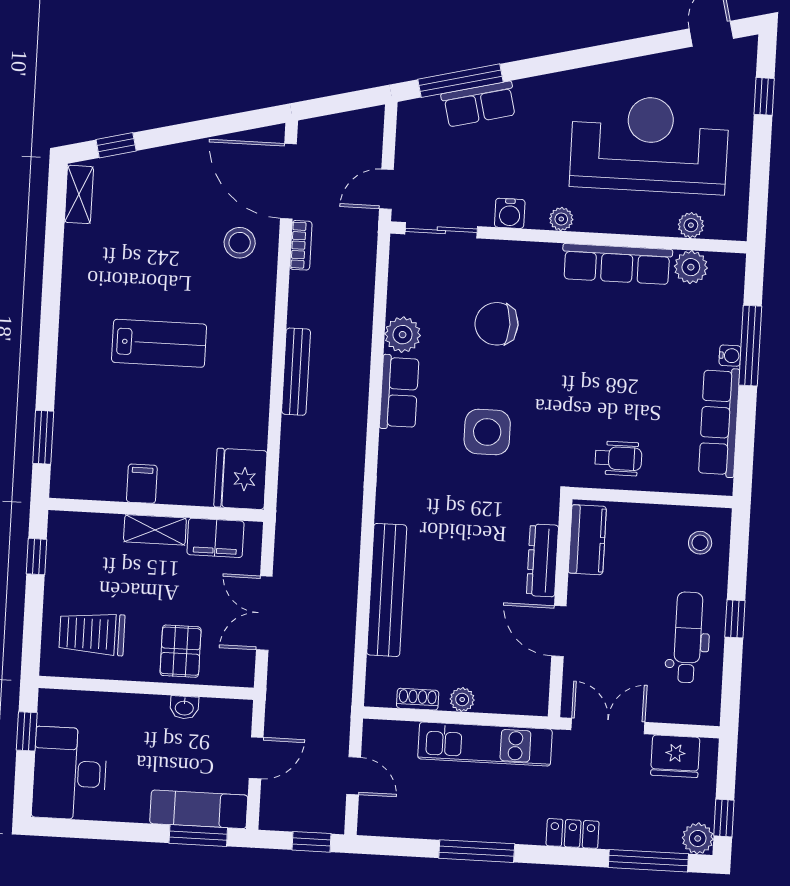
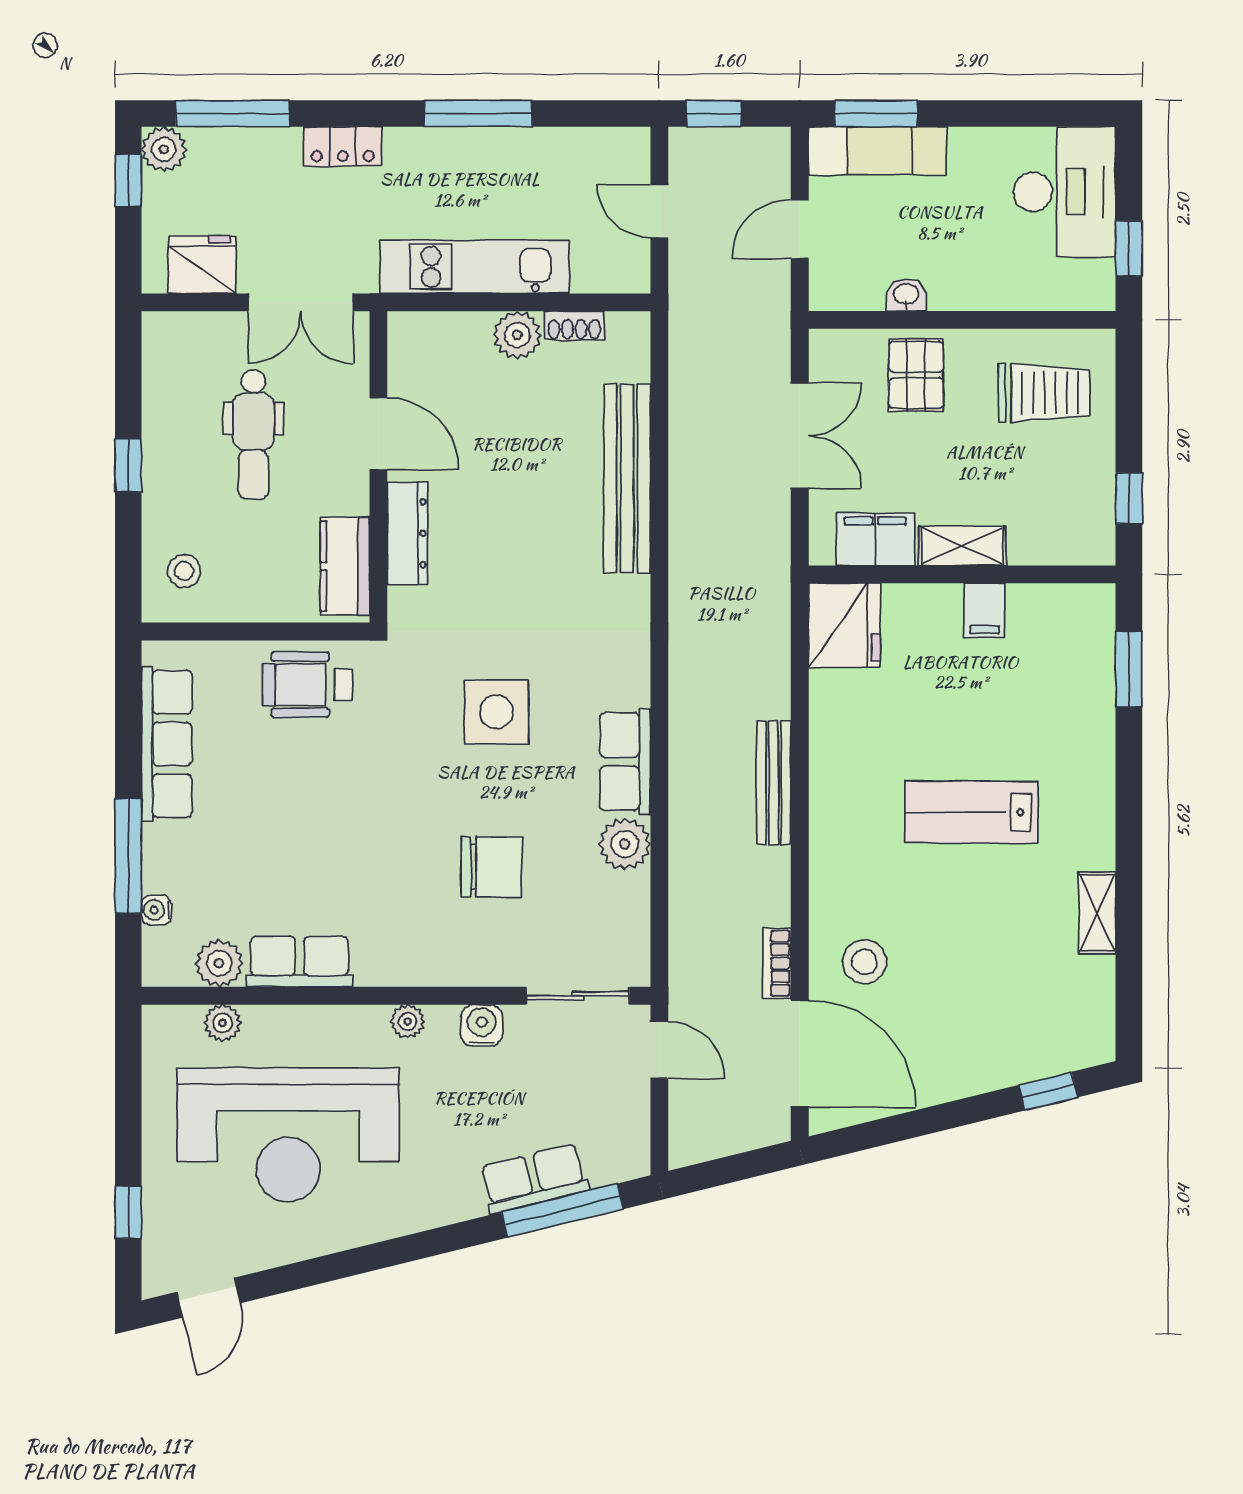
door: (386, 189) -> (659, 1050), hinge flipped
shelving: (79, 194) -> (1097, 913), moved
row of seats: (617, 264) -> (299, 962), width x0.68
water cooler: (730, 356) -> (156, 910), moved
wheelchair: (618, 458) -> (307, 685), width x1.36, depth x1.37
dental chair: (688, 637) -> (253, 434), moved
plant: (462, 700) -> (517, 335), width x1.38, depth x1.38

